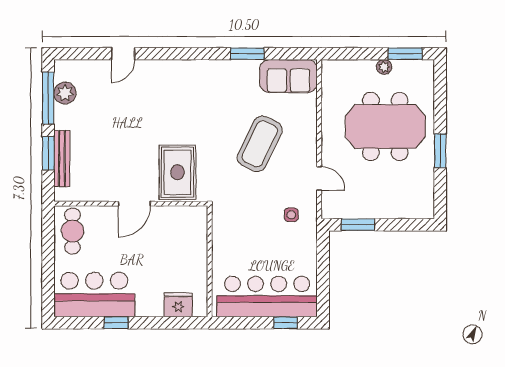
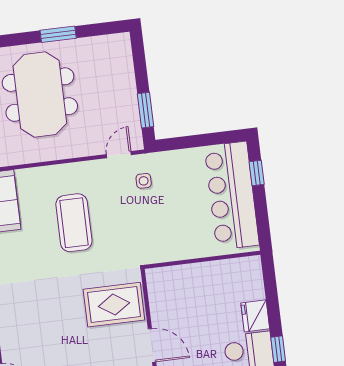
coffee table: (260, 144) -> (74, 223), turned 64
door: (319, 178) -> (119, 155), moved
fridge: (178, 305) -> (255, 316), moved

